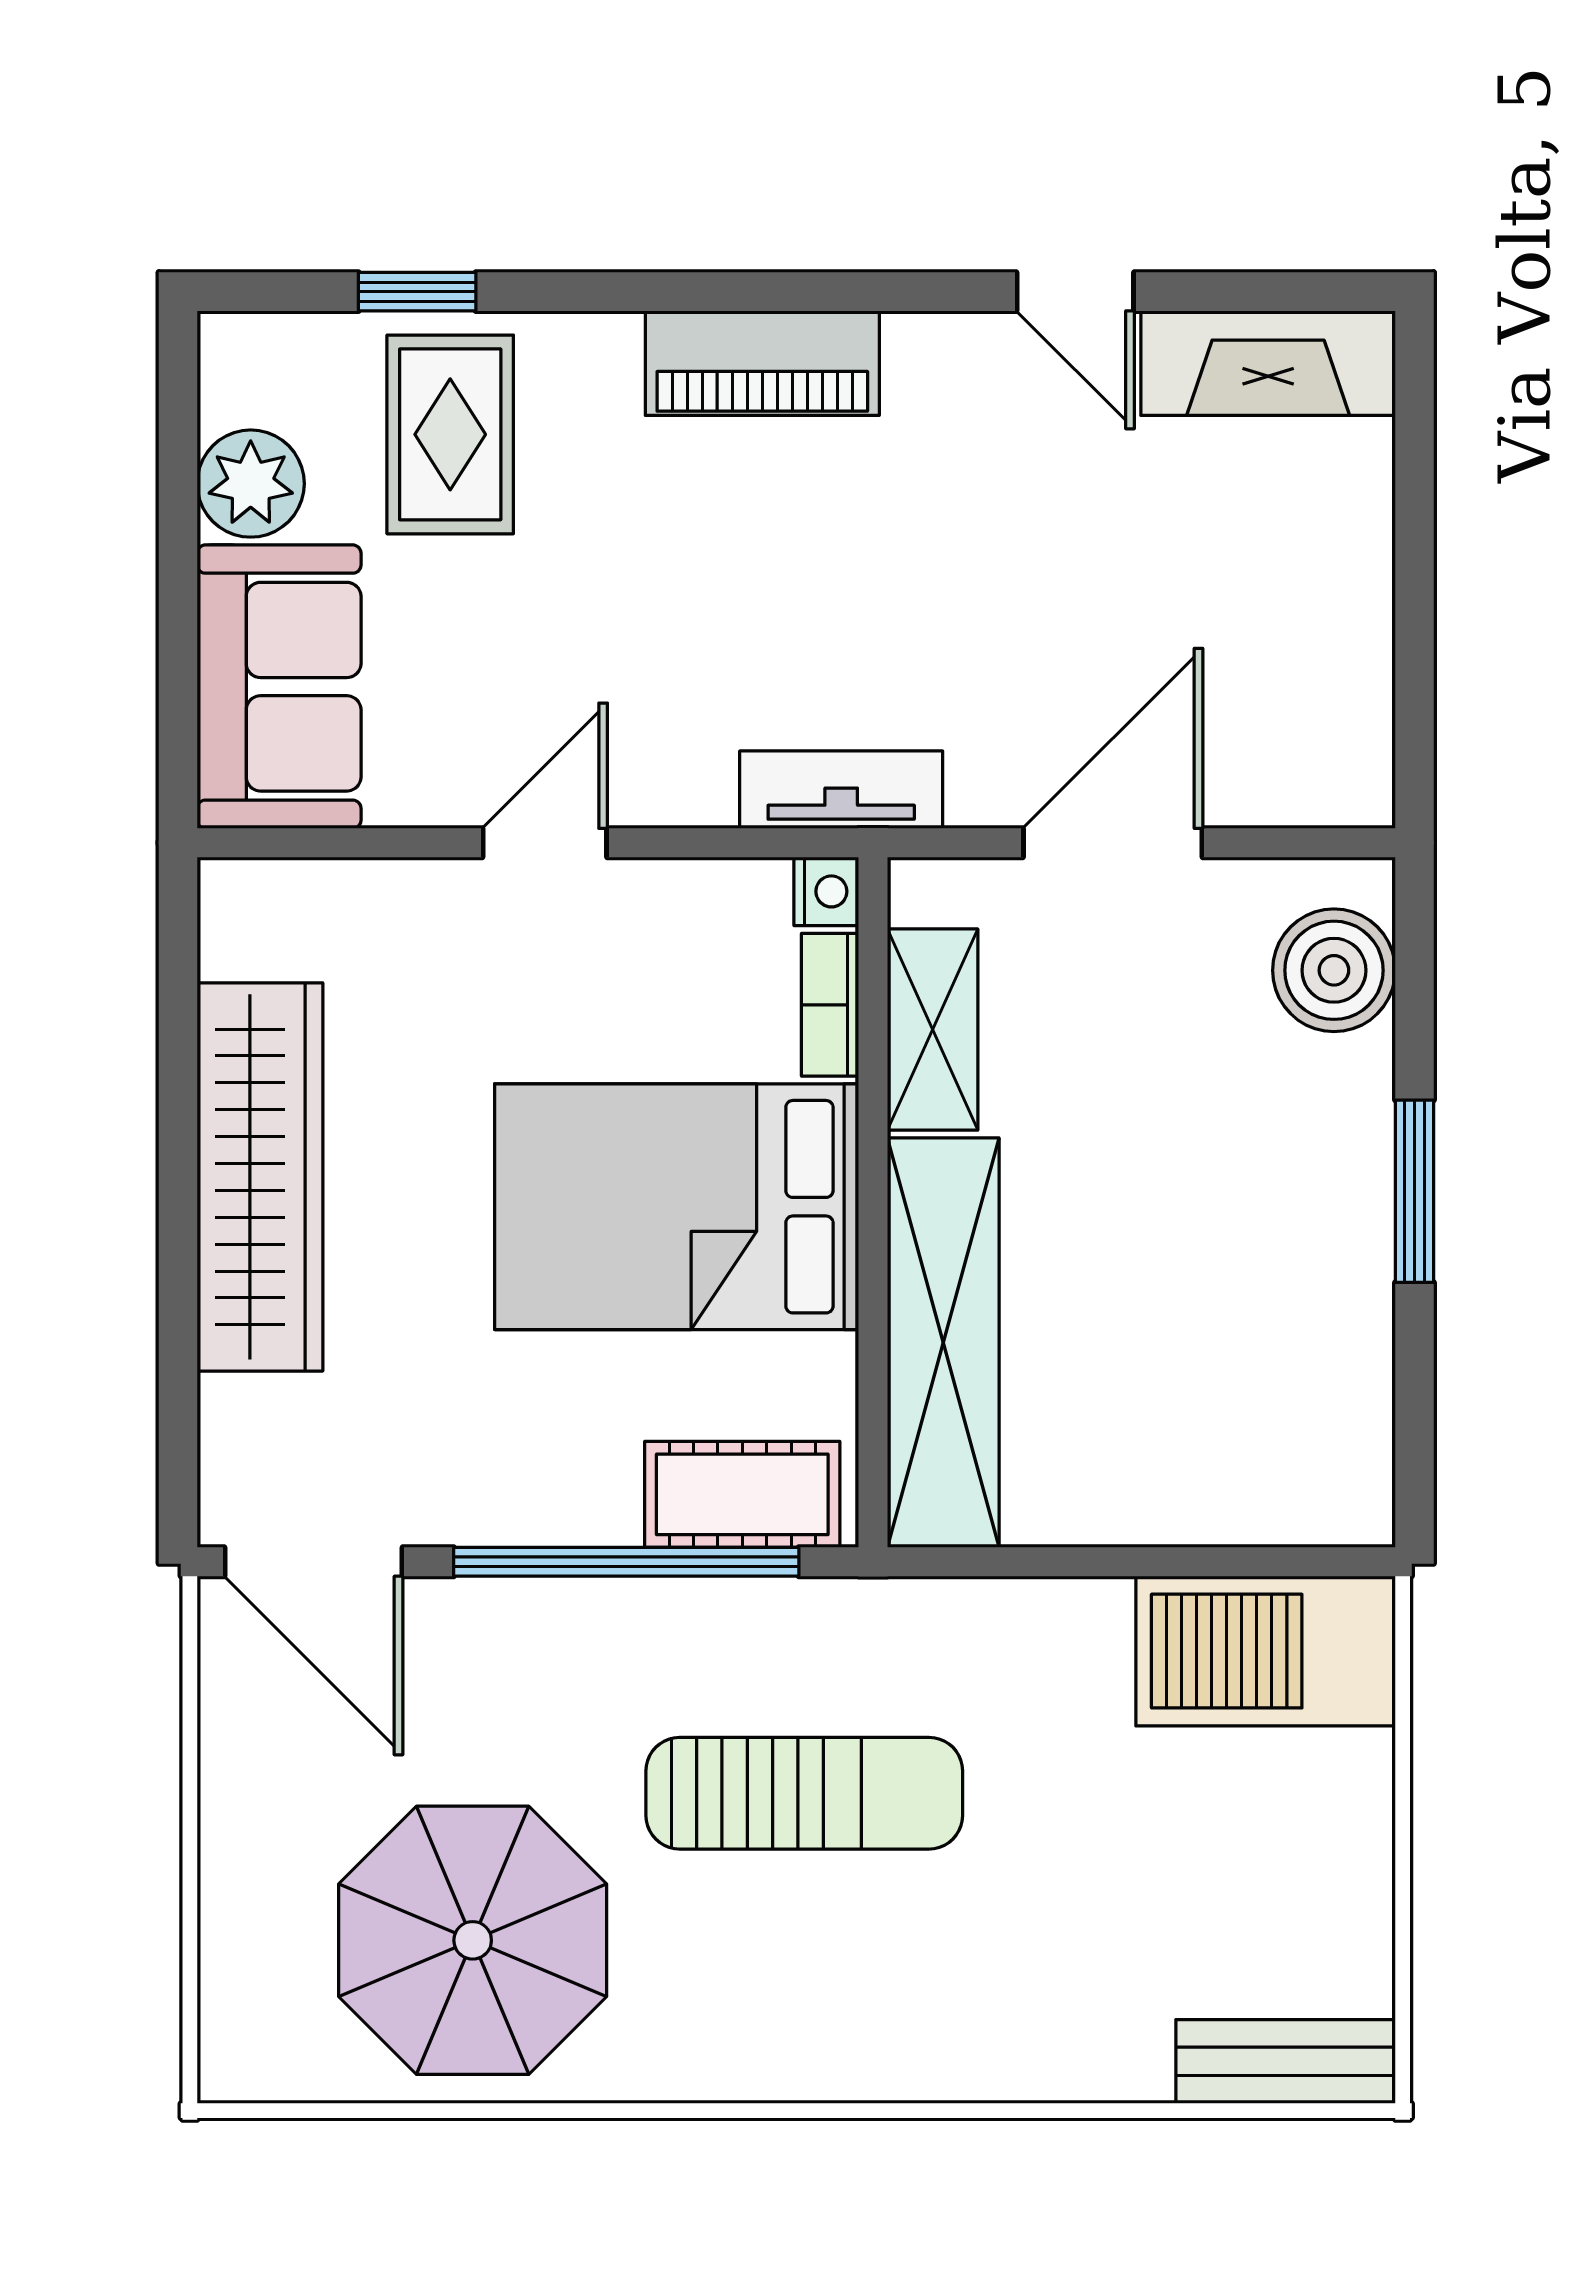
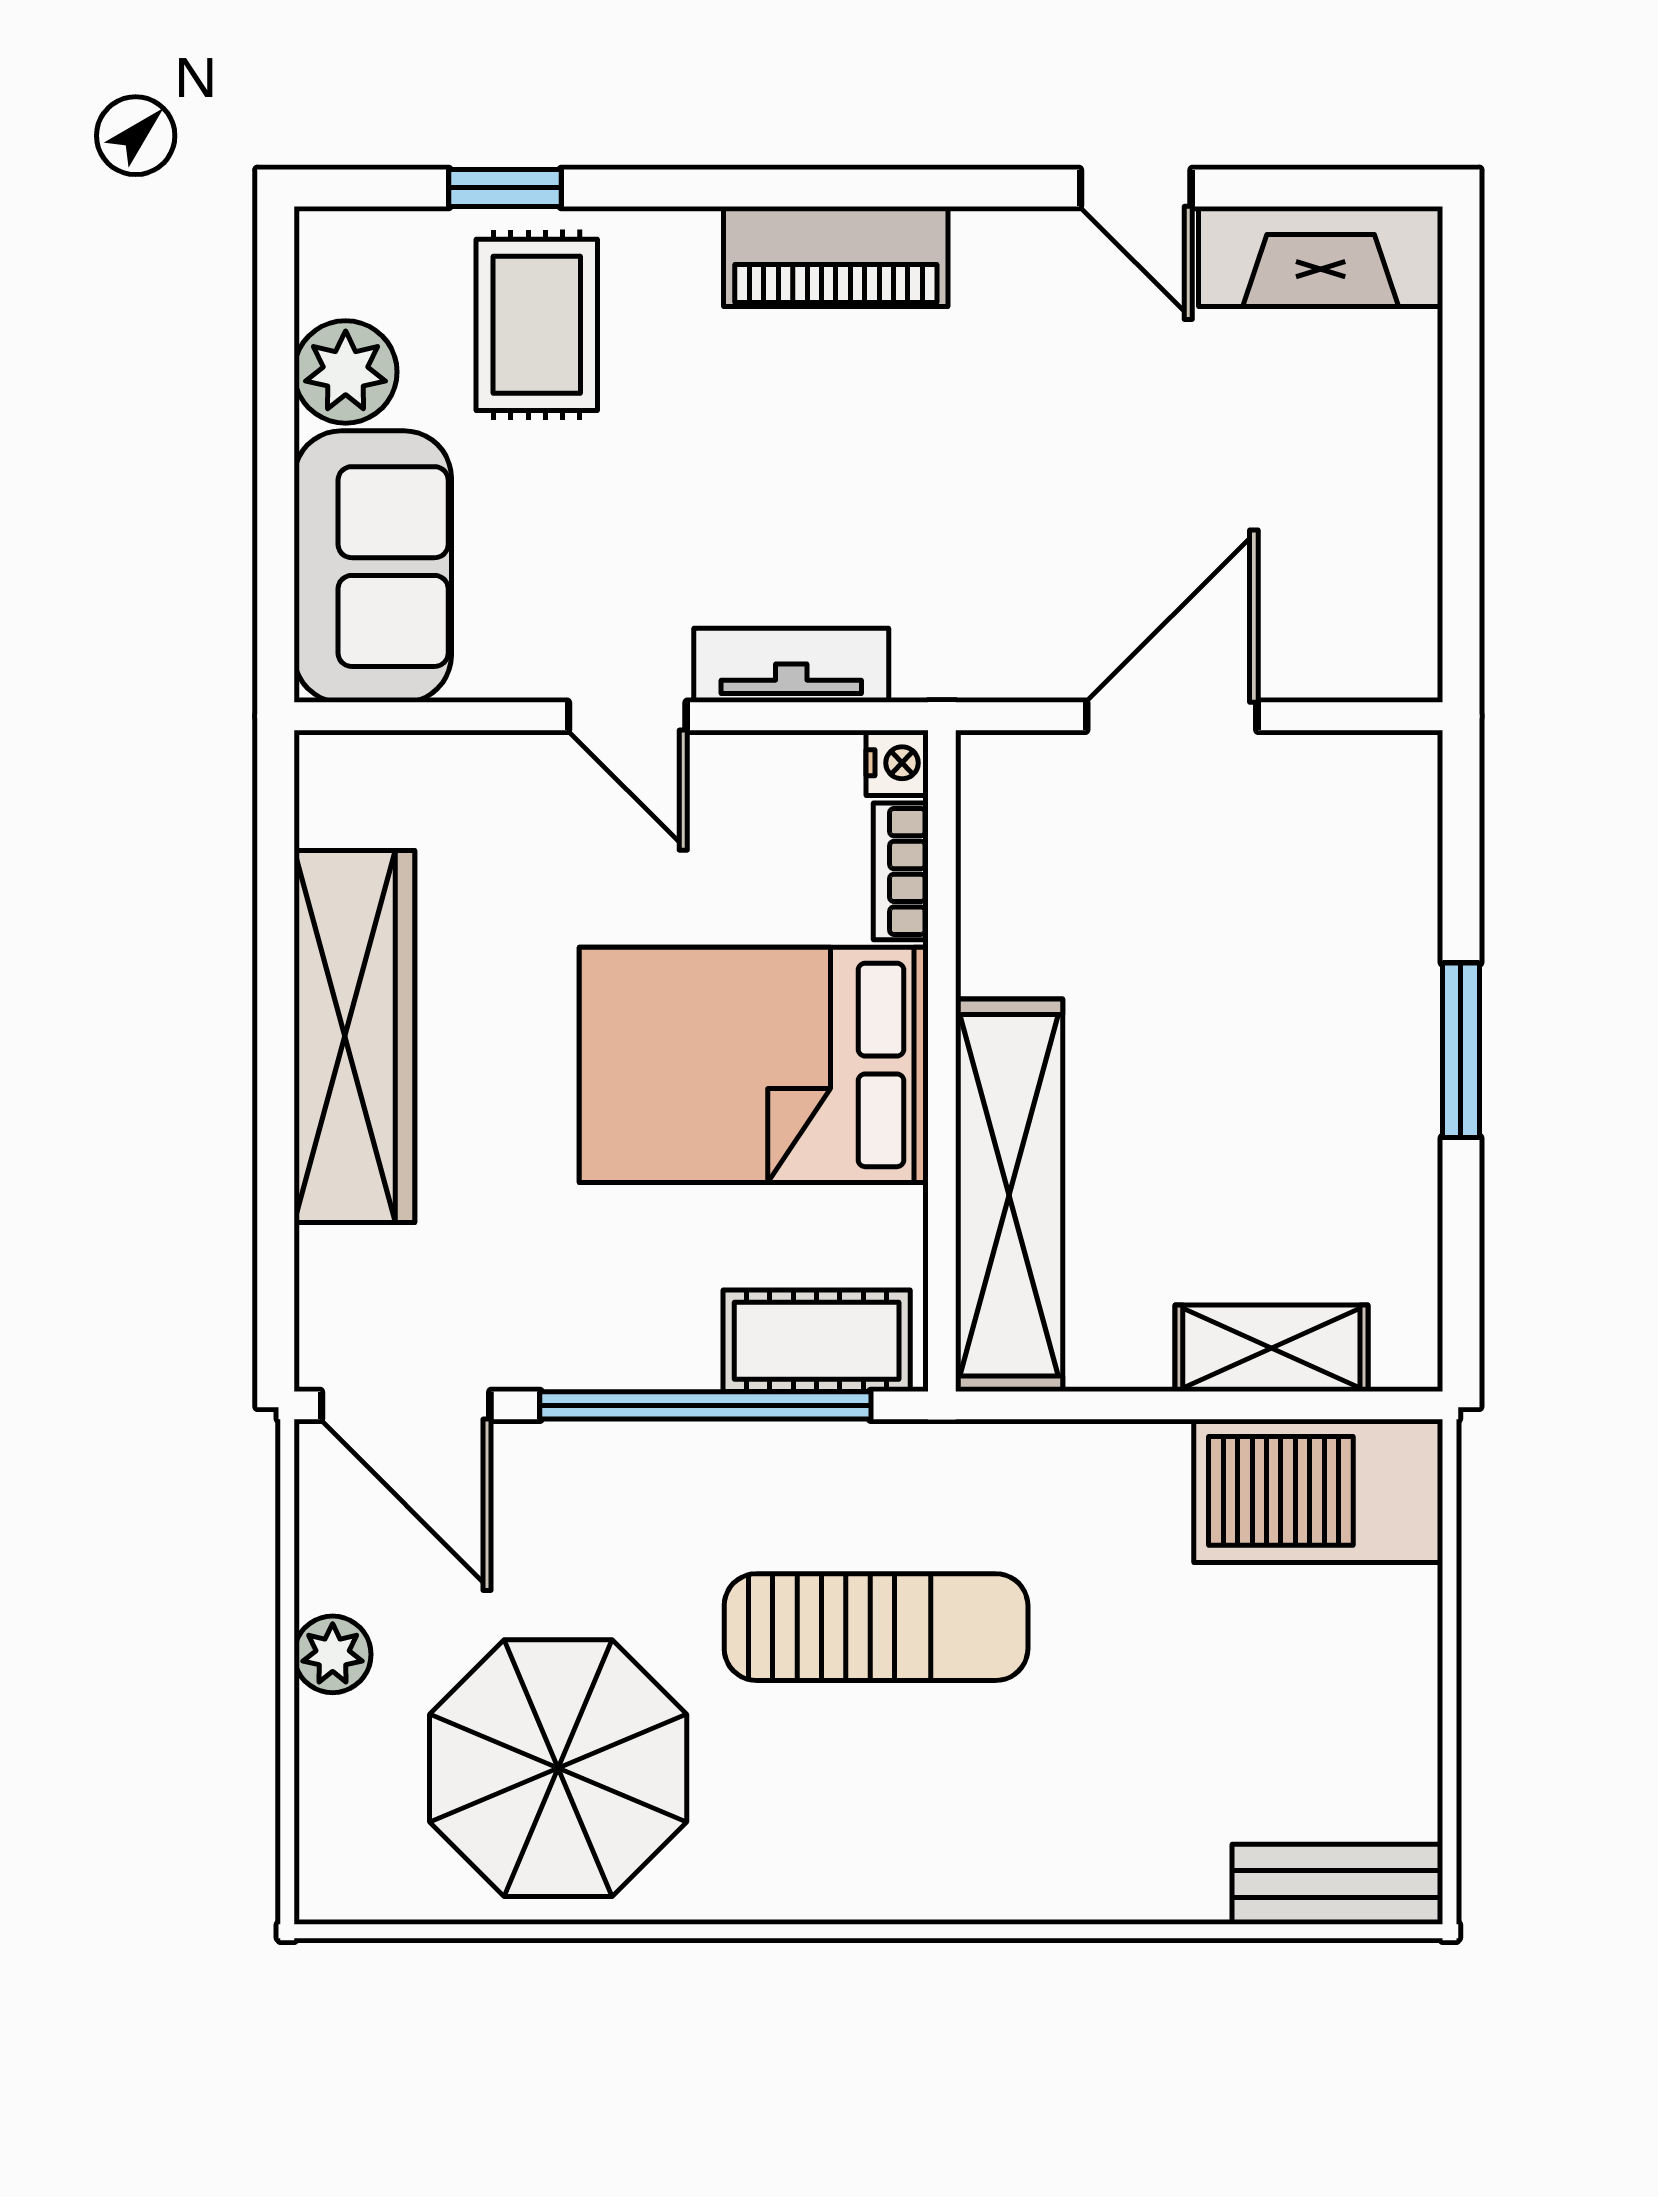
tv unit: (841, 790) -> (791, 665), moved
door: (545, 843) -> (627, 716), swing flipped
boiler: (1334, 970) -> (1384, 838), removed
shelving: (933, 1030) -> (1271, 1348), moved, turned 90
plant: (237, 1822) -> (333, 1654), added

